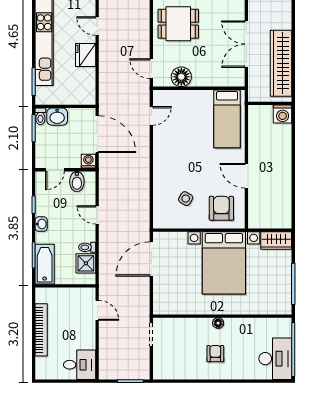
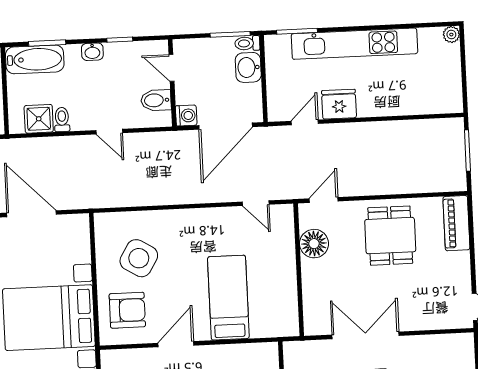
door: (97, 26) -> (305, 122), moved
bed: (227, 119) -> (228, 298), moved, turned 90
side table: (186, 199) -> (139, 258), width x1.87, depth x1.87
door: (97, 215) -> (109, 132), swing flipped
door: (151, 259) -> (32, 214), moved

